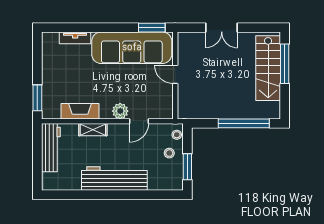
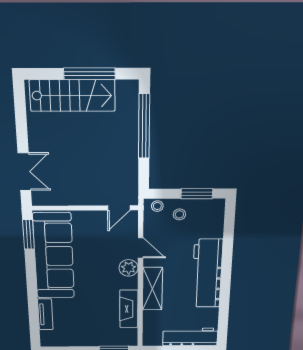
double door: (222, 28) -> (24, 172), moved
window: (285, 64) -> (89, 74), moved
door: (175, 74) -> (119, 208), moved
shelving: (93, 130) -> (152, 289), width x1.50, depth x1.33
workbench: (51, 148) -> (190, 337), moved

